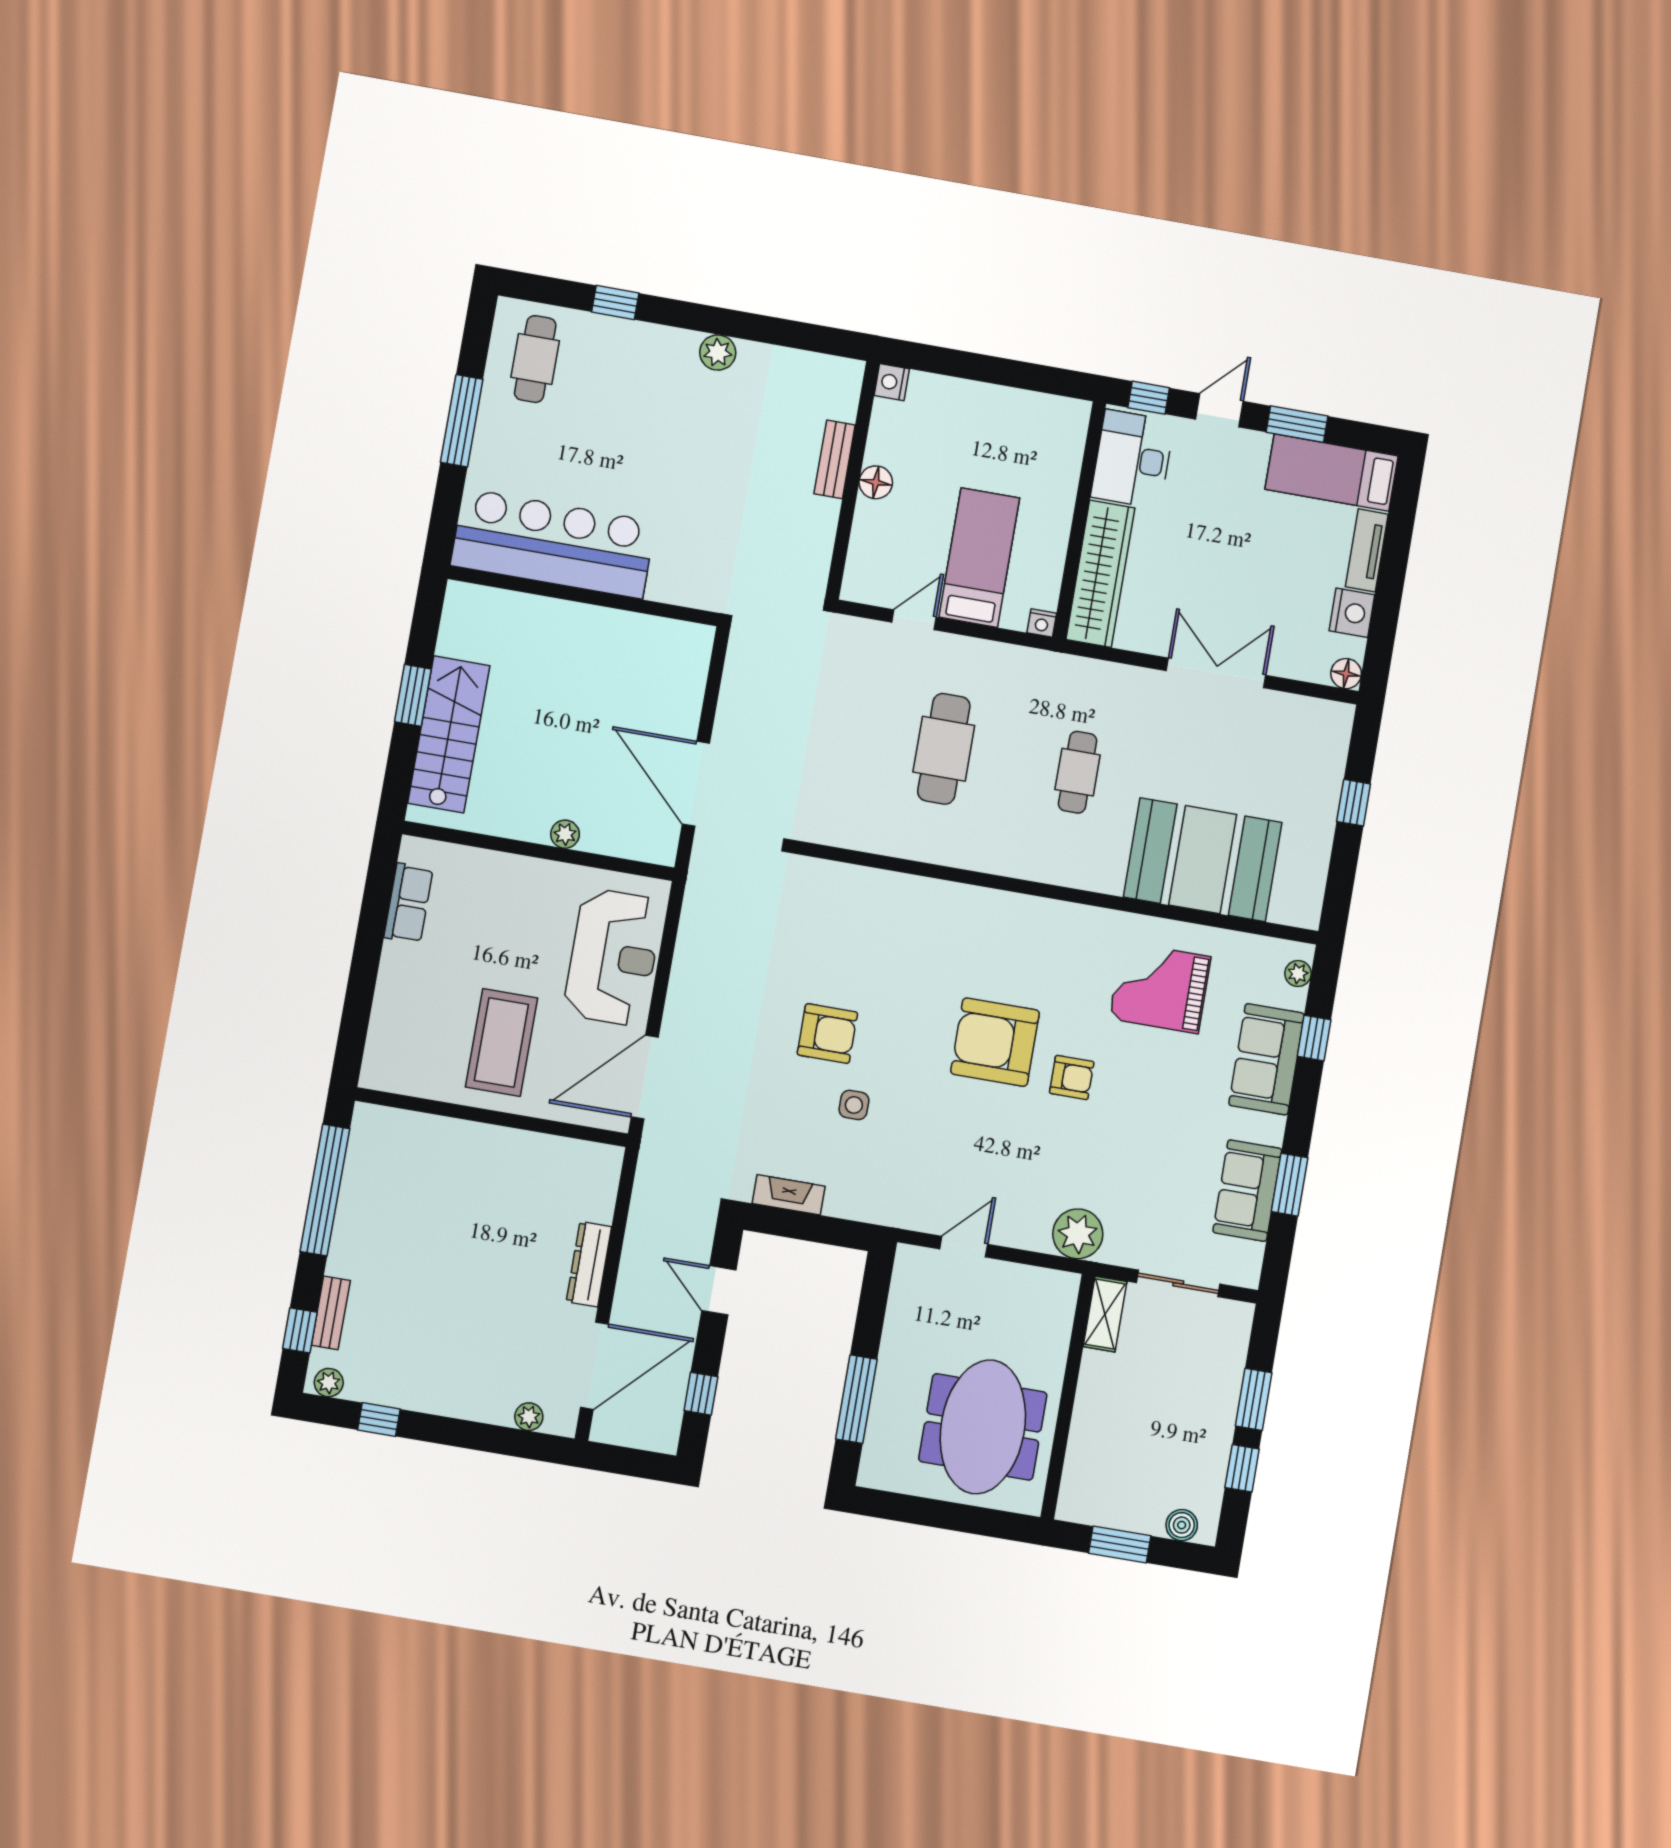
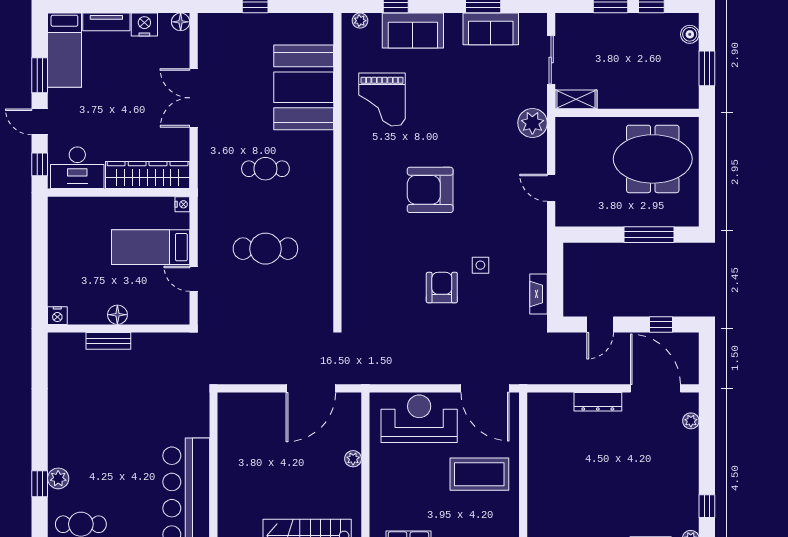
plant: (718, 353) -> (58, 478), moved
armchair: (995, 1042) -> (430, 190), turned 90
armchair: (1072, 1077) -> (443, 142), removed

